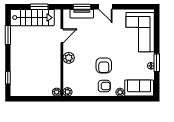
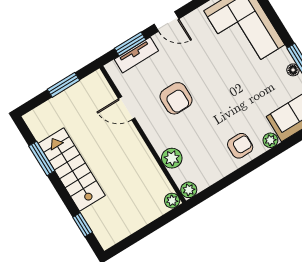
stairs: (32, 18) -> (72, 169), moved, turned -90
door: (62, 36) -> (127, 108), swing flipped
plant: (69, 58) -> (172, 158), moved
armchair: (104, 65) -> (176, 98), moved

